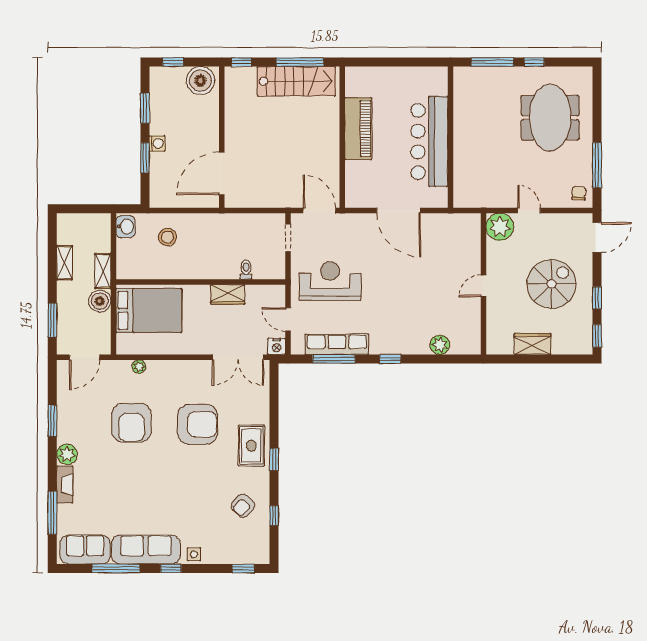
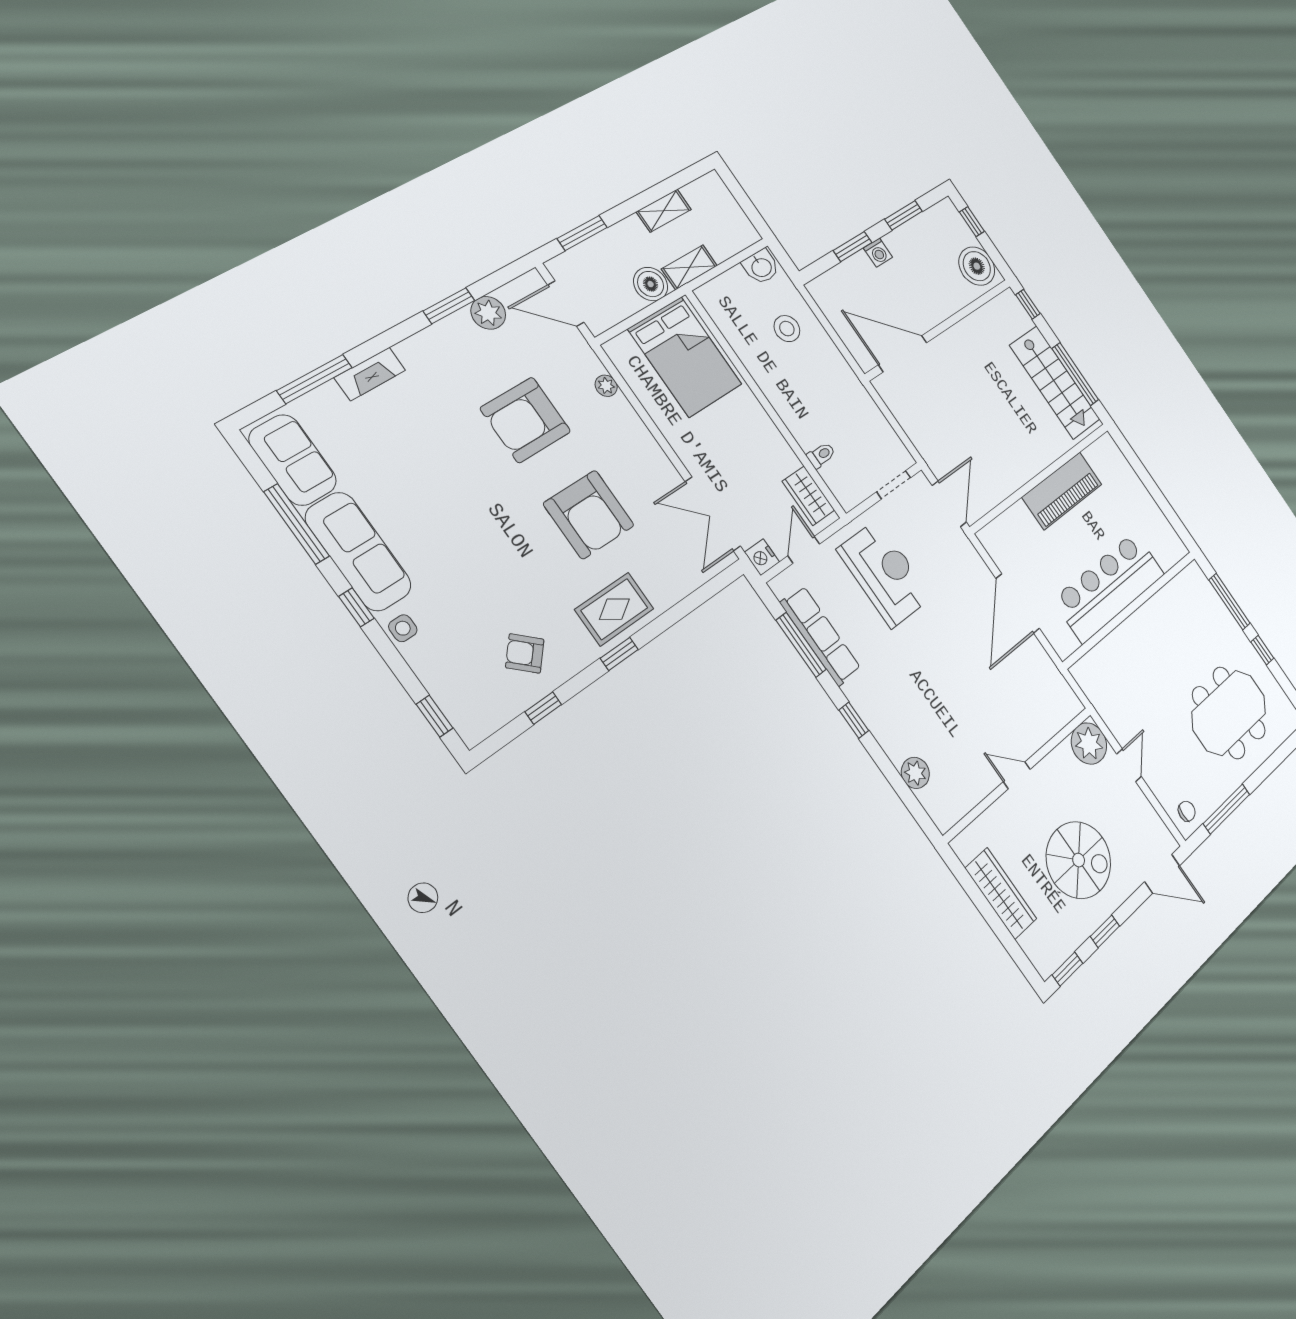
wardrobe: (228, 295) -> (809, 496), moved
wardrobe: (533, 344) -> (1001, 893), width x1.50
plant: (67, 454) -> (488, 313), moved

